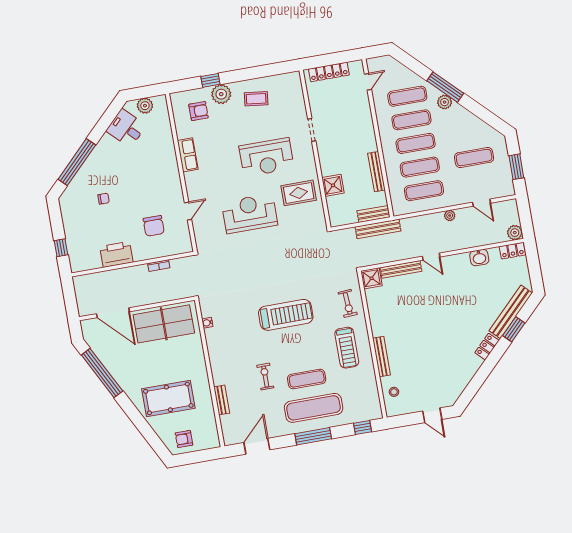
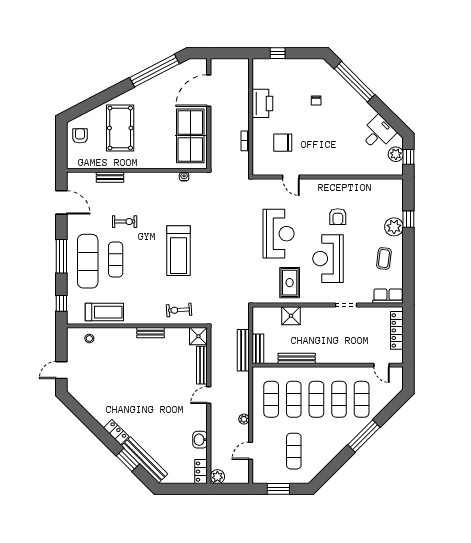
window: (145, 92) -> (408, 157), added
plant: (445, 102) -> (350, 433), removed
armchair: (199, 111) -> (338, 217), moved
row of seats: (188, 155) -> (388, 296), moved, turned 180
treadmill: (347, 348) -> (104, 312), moved, turned 180
bench: (381, 357) -> (150, 333), moved, width x0.73

